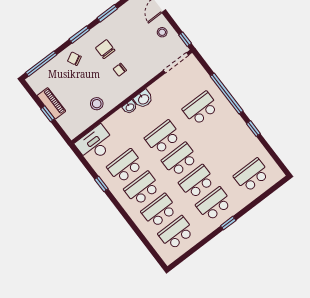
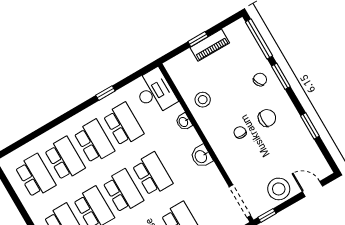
stool: (162, 32) -> (279, 189), width x1.89, depth x1.89
window: (79, 35) -> (281, 76), moved
washbasin: (130, 107) -> (184, 122), moved

